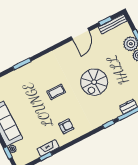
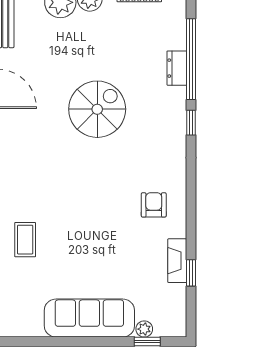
spiral stairs: (94, 82) -> (97, 109), turned -90
coffee table: (56, 92) -> (25, 240), moved

